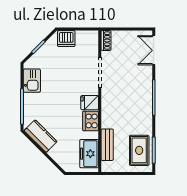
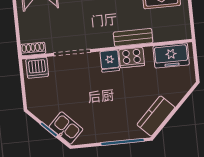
dishwasher: (66, 39) -> (37, 68), moved, turned 90
kitchen sink: (32, 81) -> (66, 128), moved, turned 45
bench: (107, 145) -> (133, 37), moved

